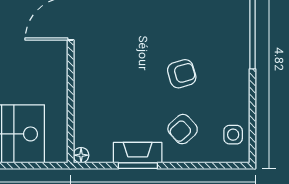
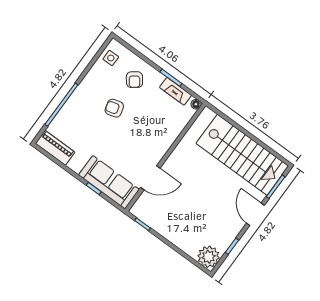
armchair: (183, 129) -> (134, 80), turned 95
fireplace: (138, 153) -> (176, 91), moved

